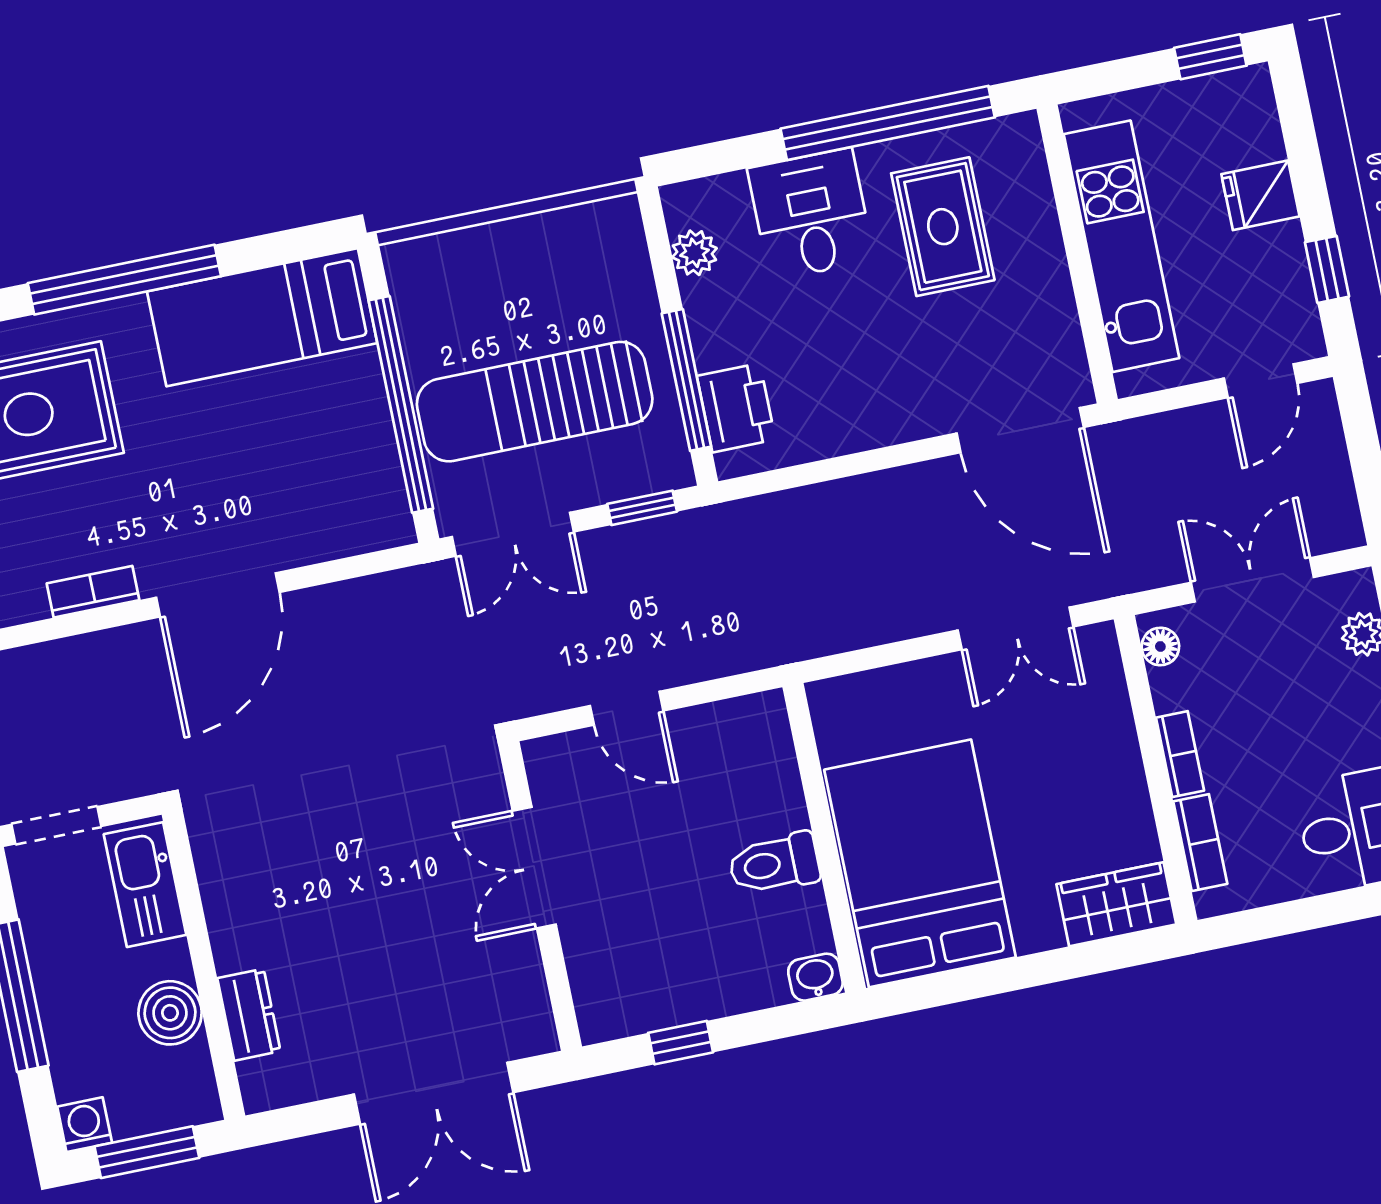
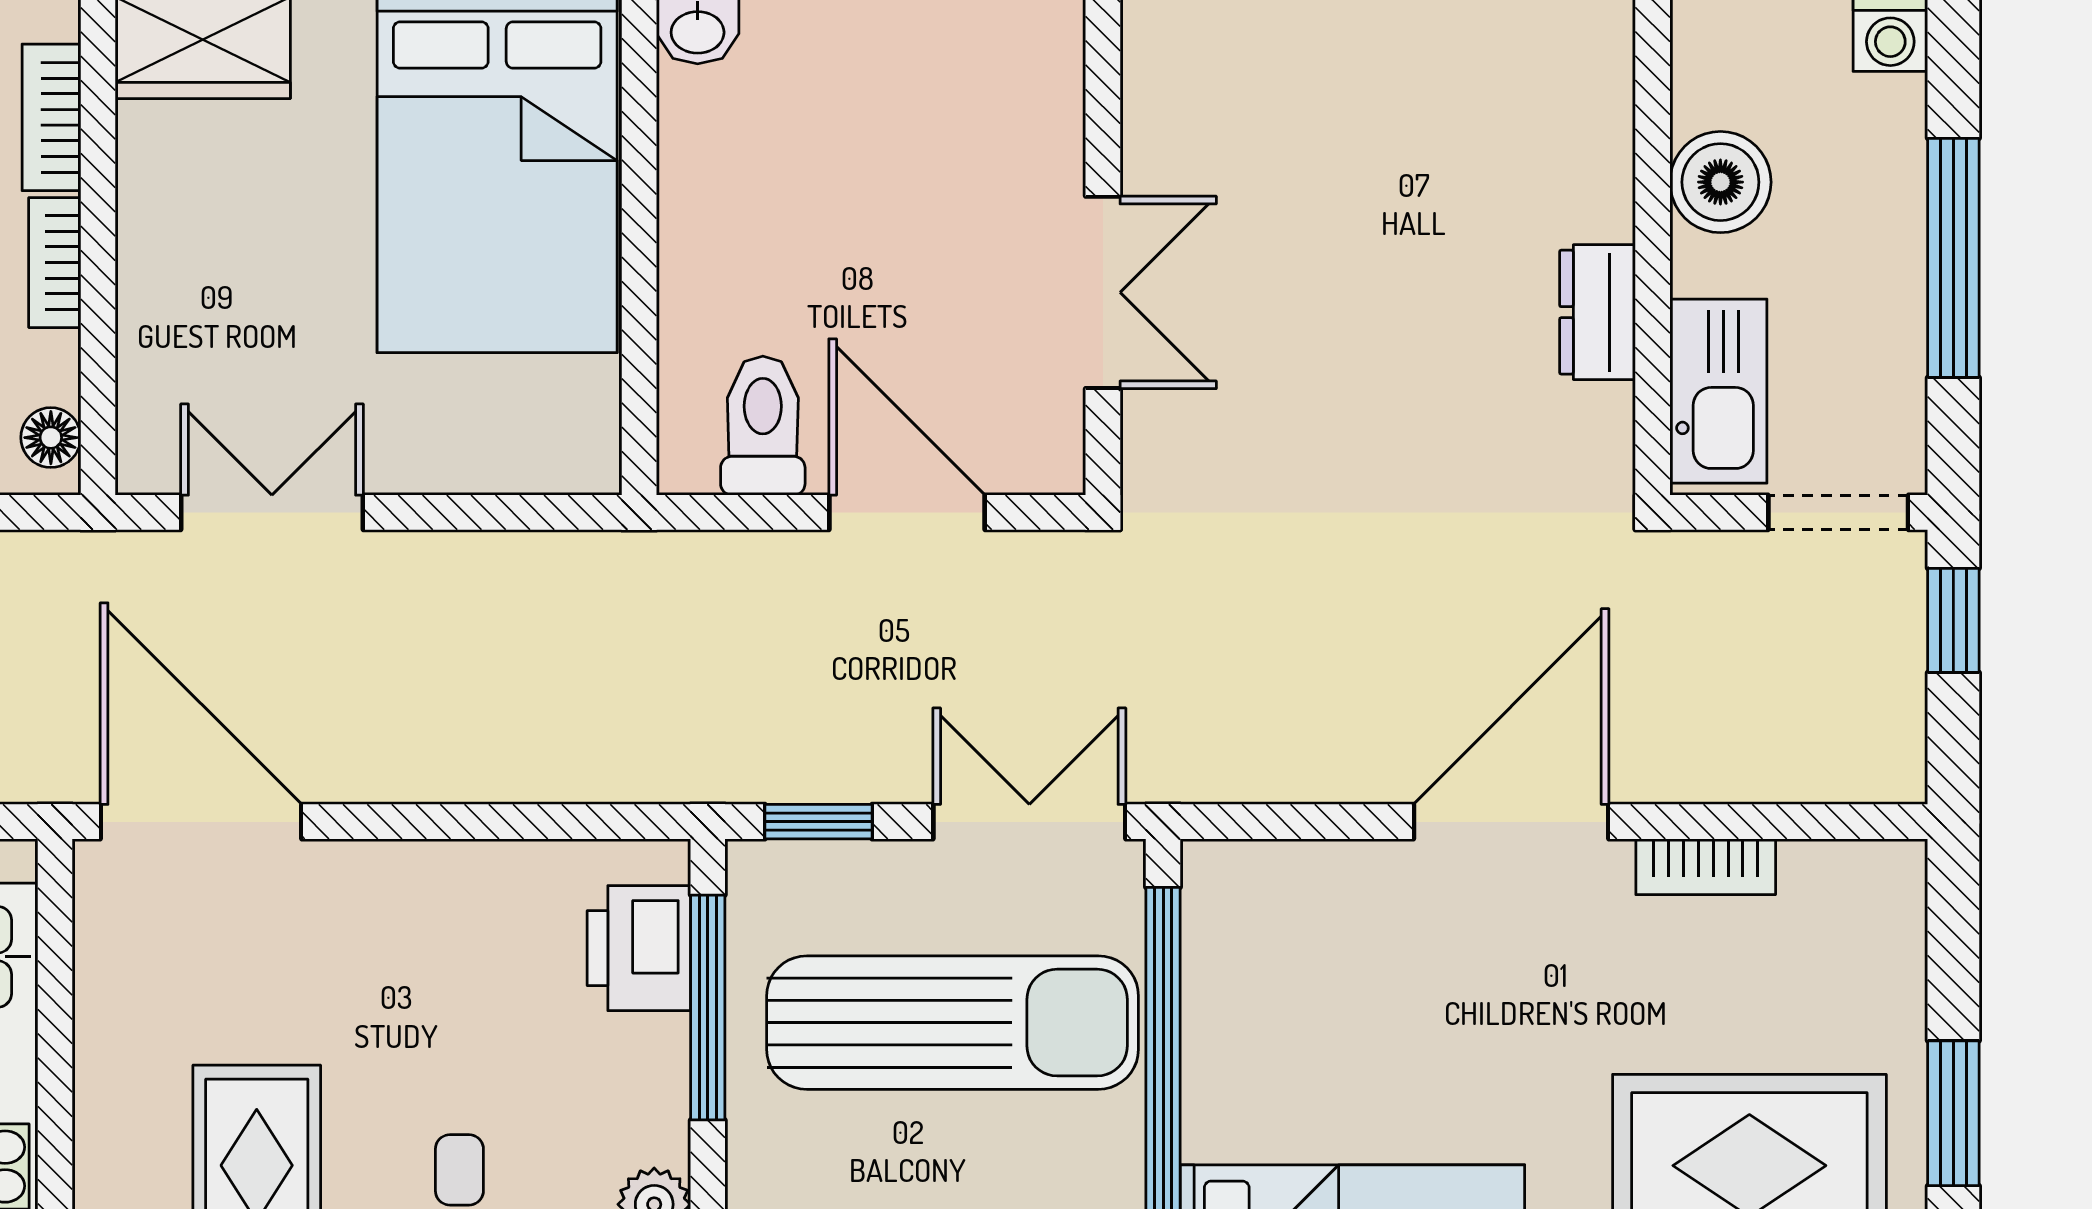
door: (627, 708) -> (907, 512), width x1.38
toilet: (774, 864) -> (763, 426), moved, turned -90
dresser: (249, 1015) -> (1598, 312), moved

